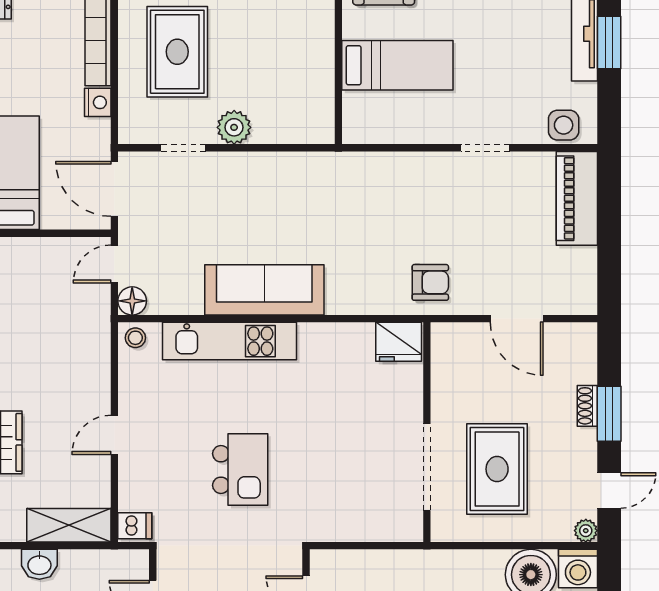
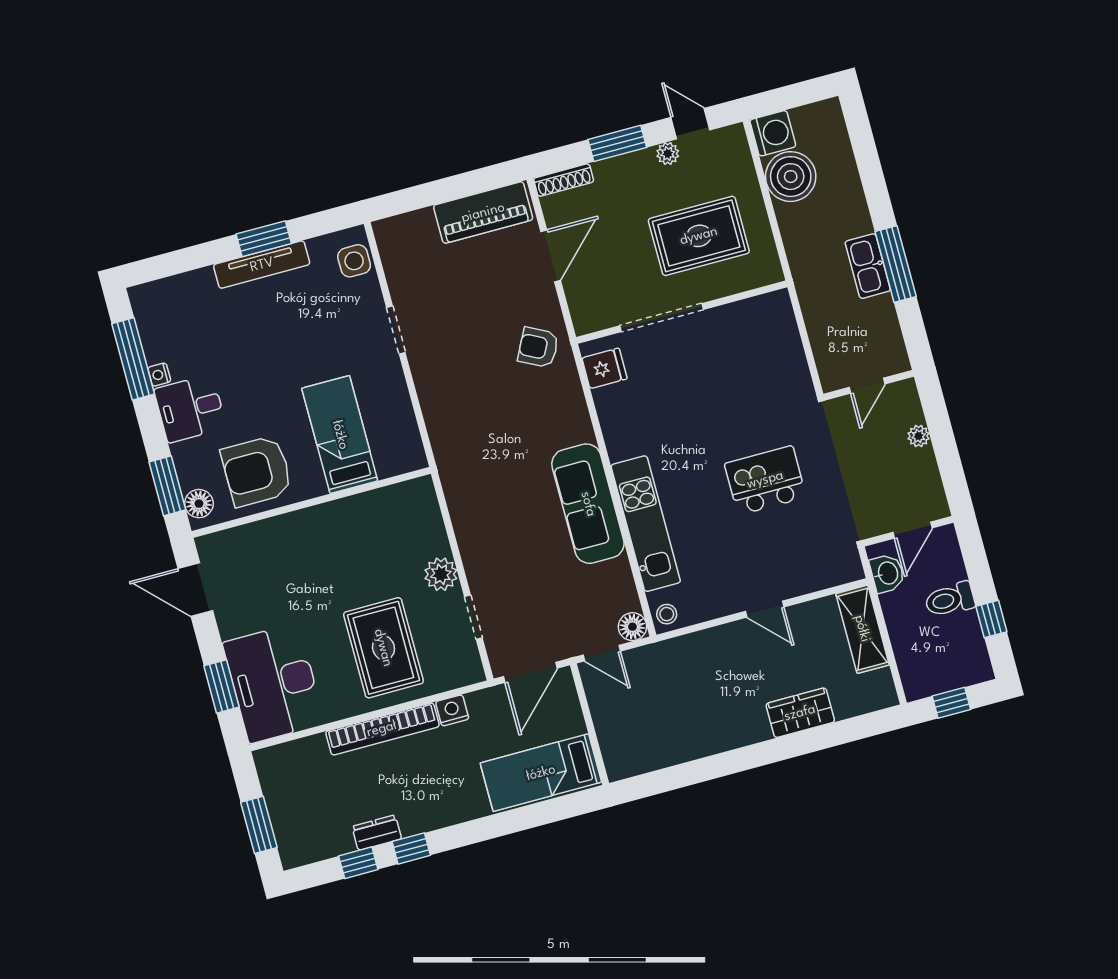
rug: (177, 52) -> (383, 648), turned 90
piano: (577, 198) -> (483, 213), moved
armchair: (430, 282) -> (538, 347), turned -63
fridge: (399, 342) -> (604, 368), width x0.72
shoe rack: (587, 406) -> (564, 180), moved, width x1.43
doorway: (427, 467) -> (662, 318), moved
dishwasher: (135, 526) -> (846, 566), removed
plant: (586, 531) -> (668, 154), moved
washbasin: (39, 564) -> (887, 573), moved

